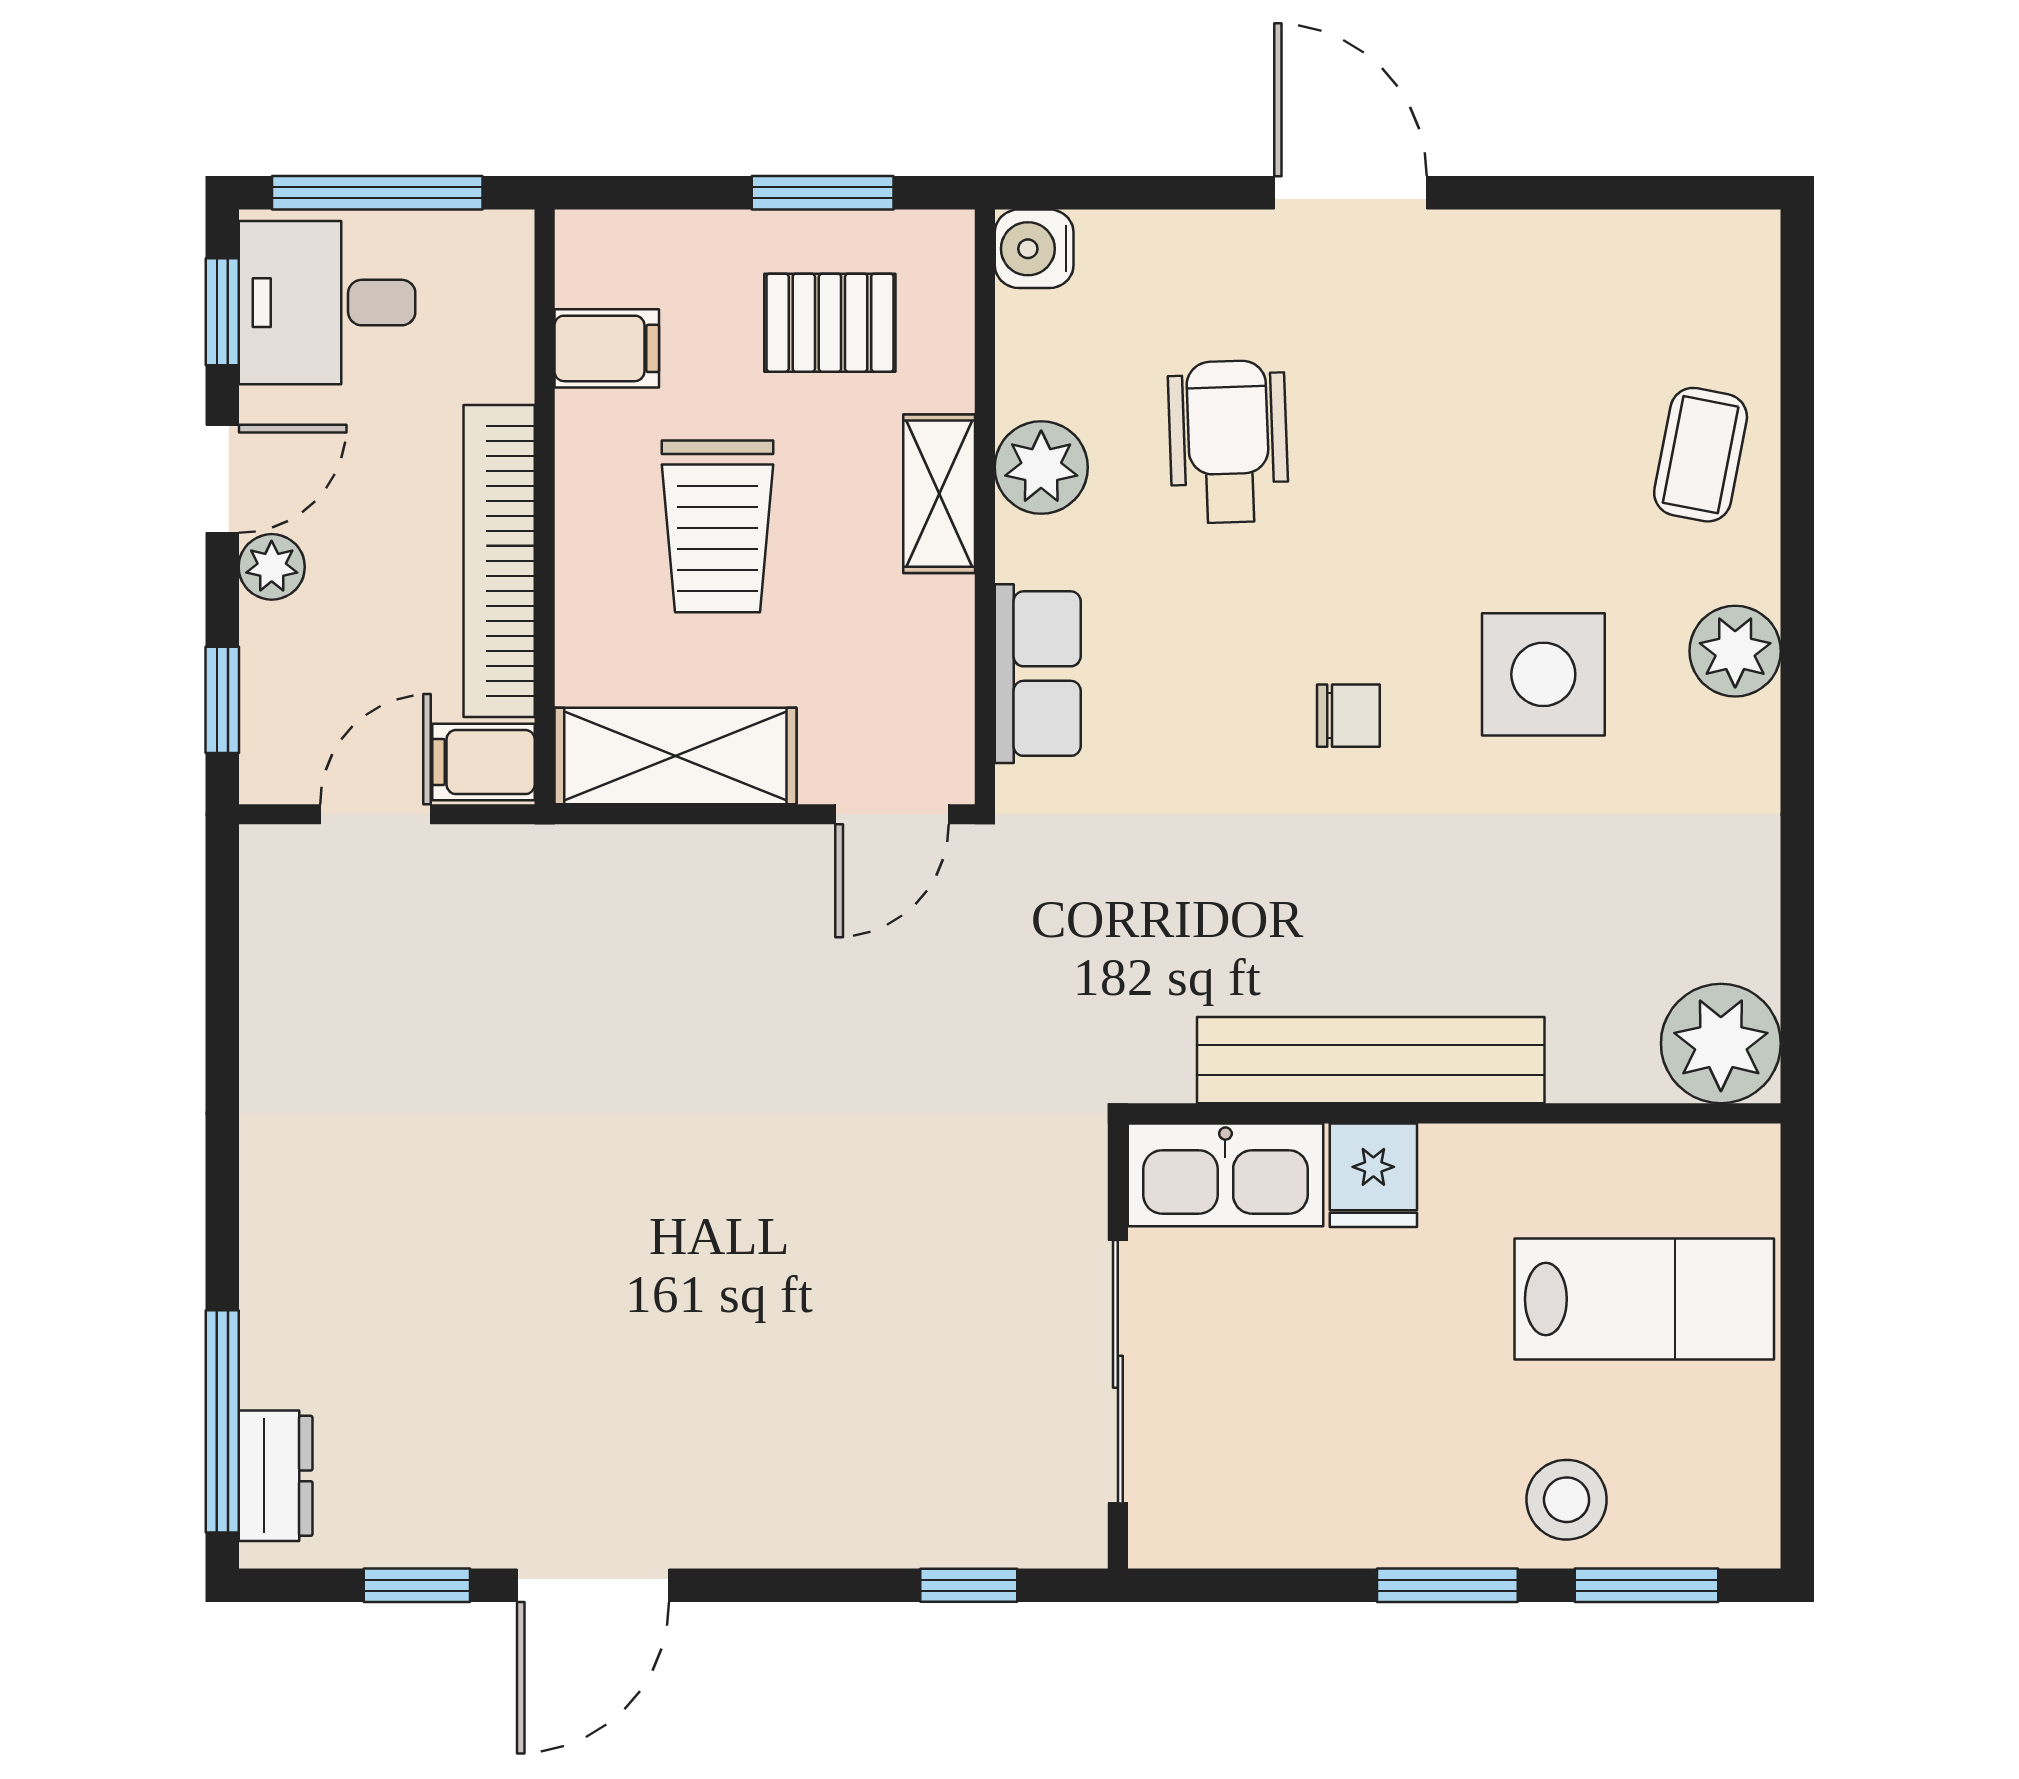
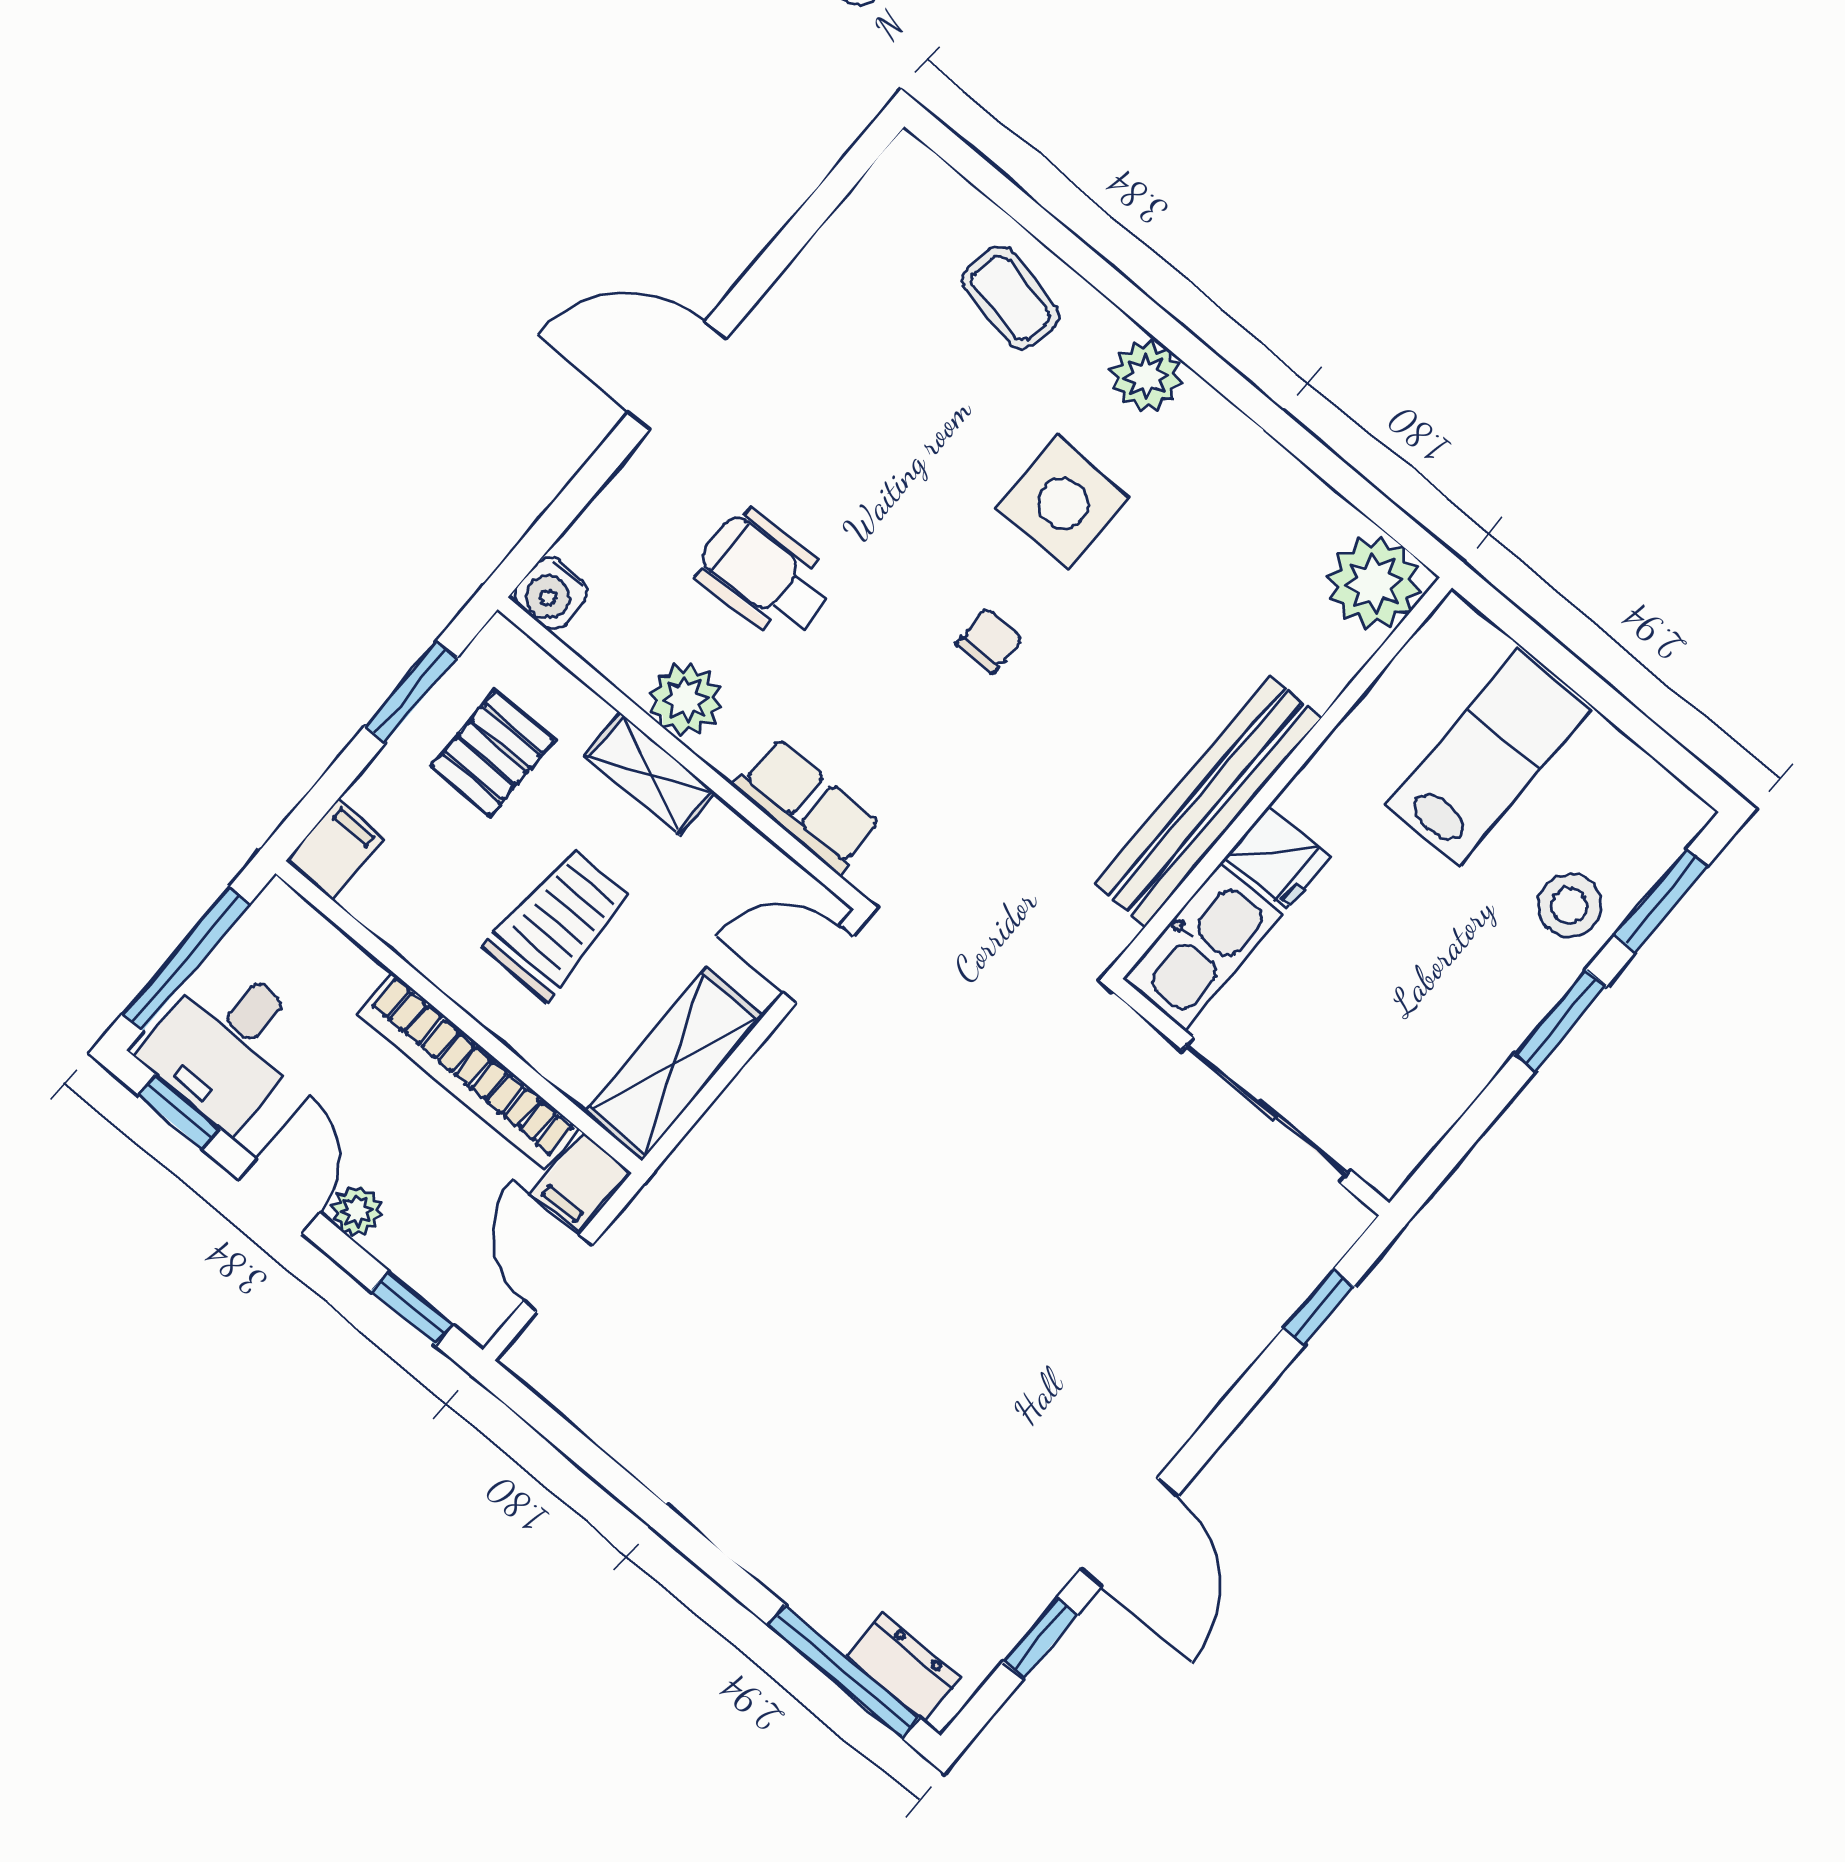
filing cabinet: (607, 348) -> (335, 849), moved
trolley: (717, 526) -> (558, 923), turned -90
door: (892, 814) -> (818, 964), swing flipped

